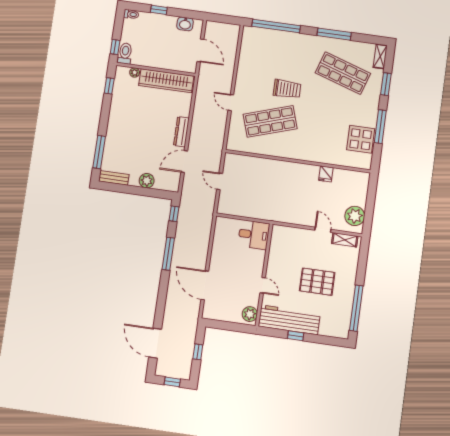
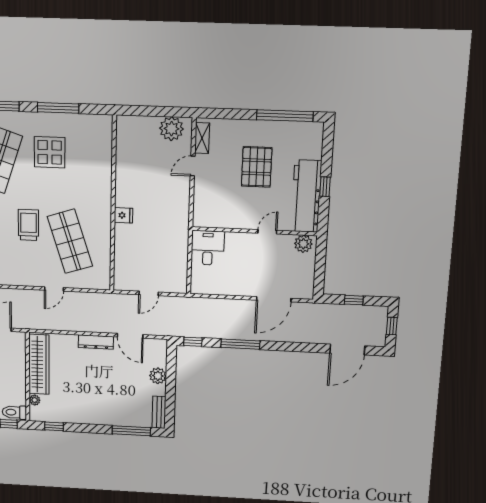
display table: (361, 139) -> (50, 152), moved
fridge: (326, 174) -> (123, 215), moved

